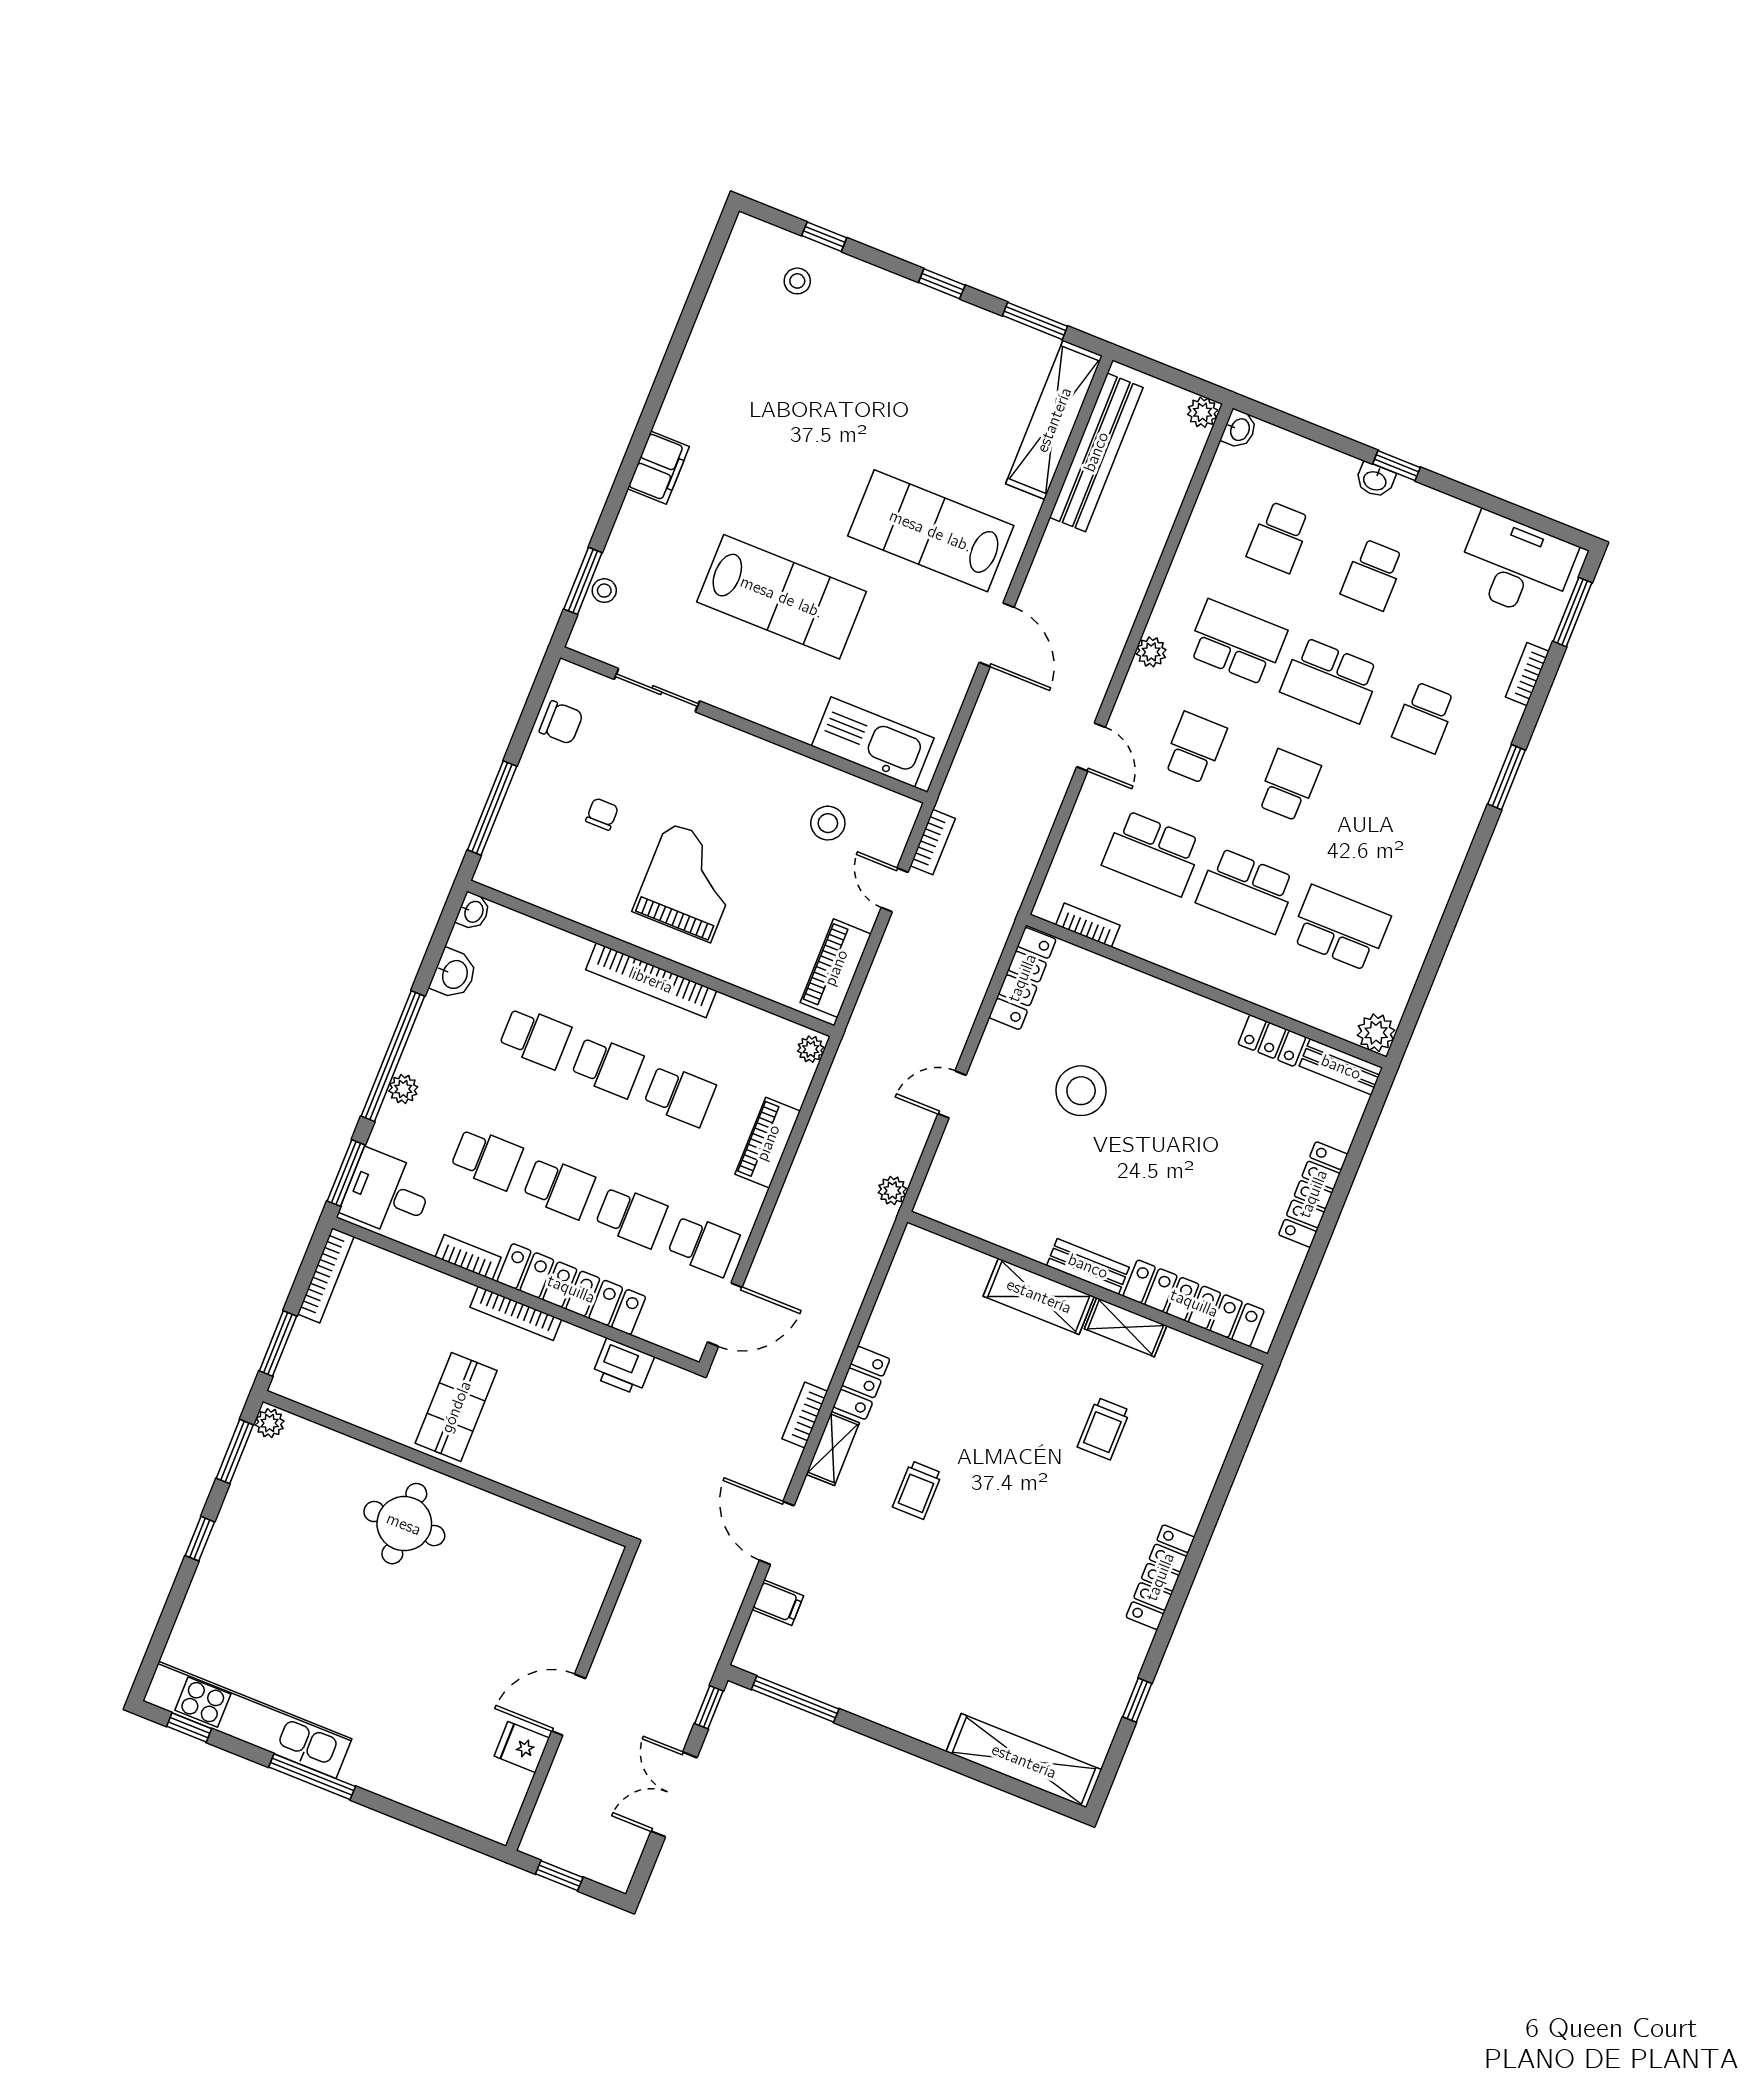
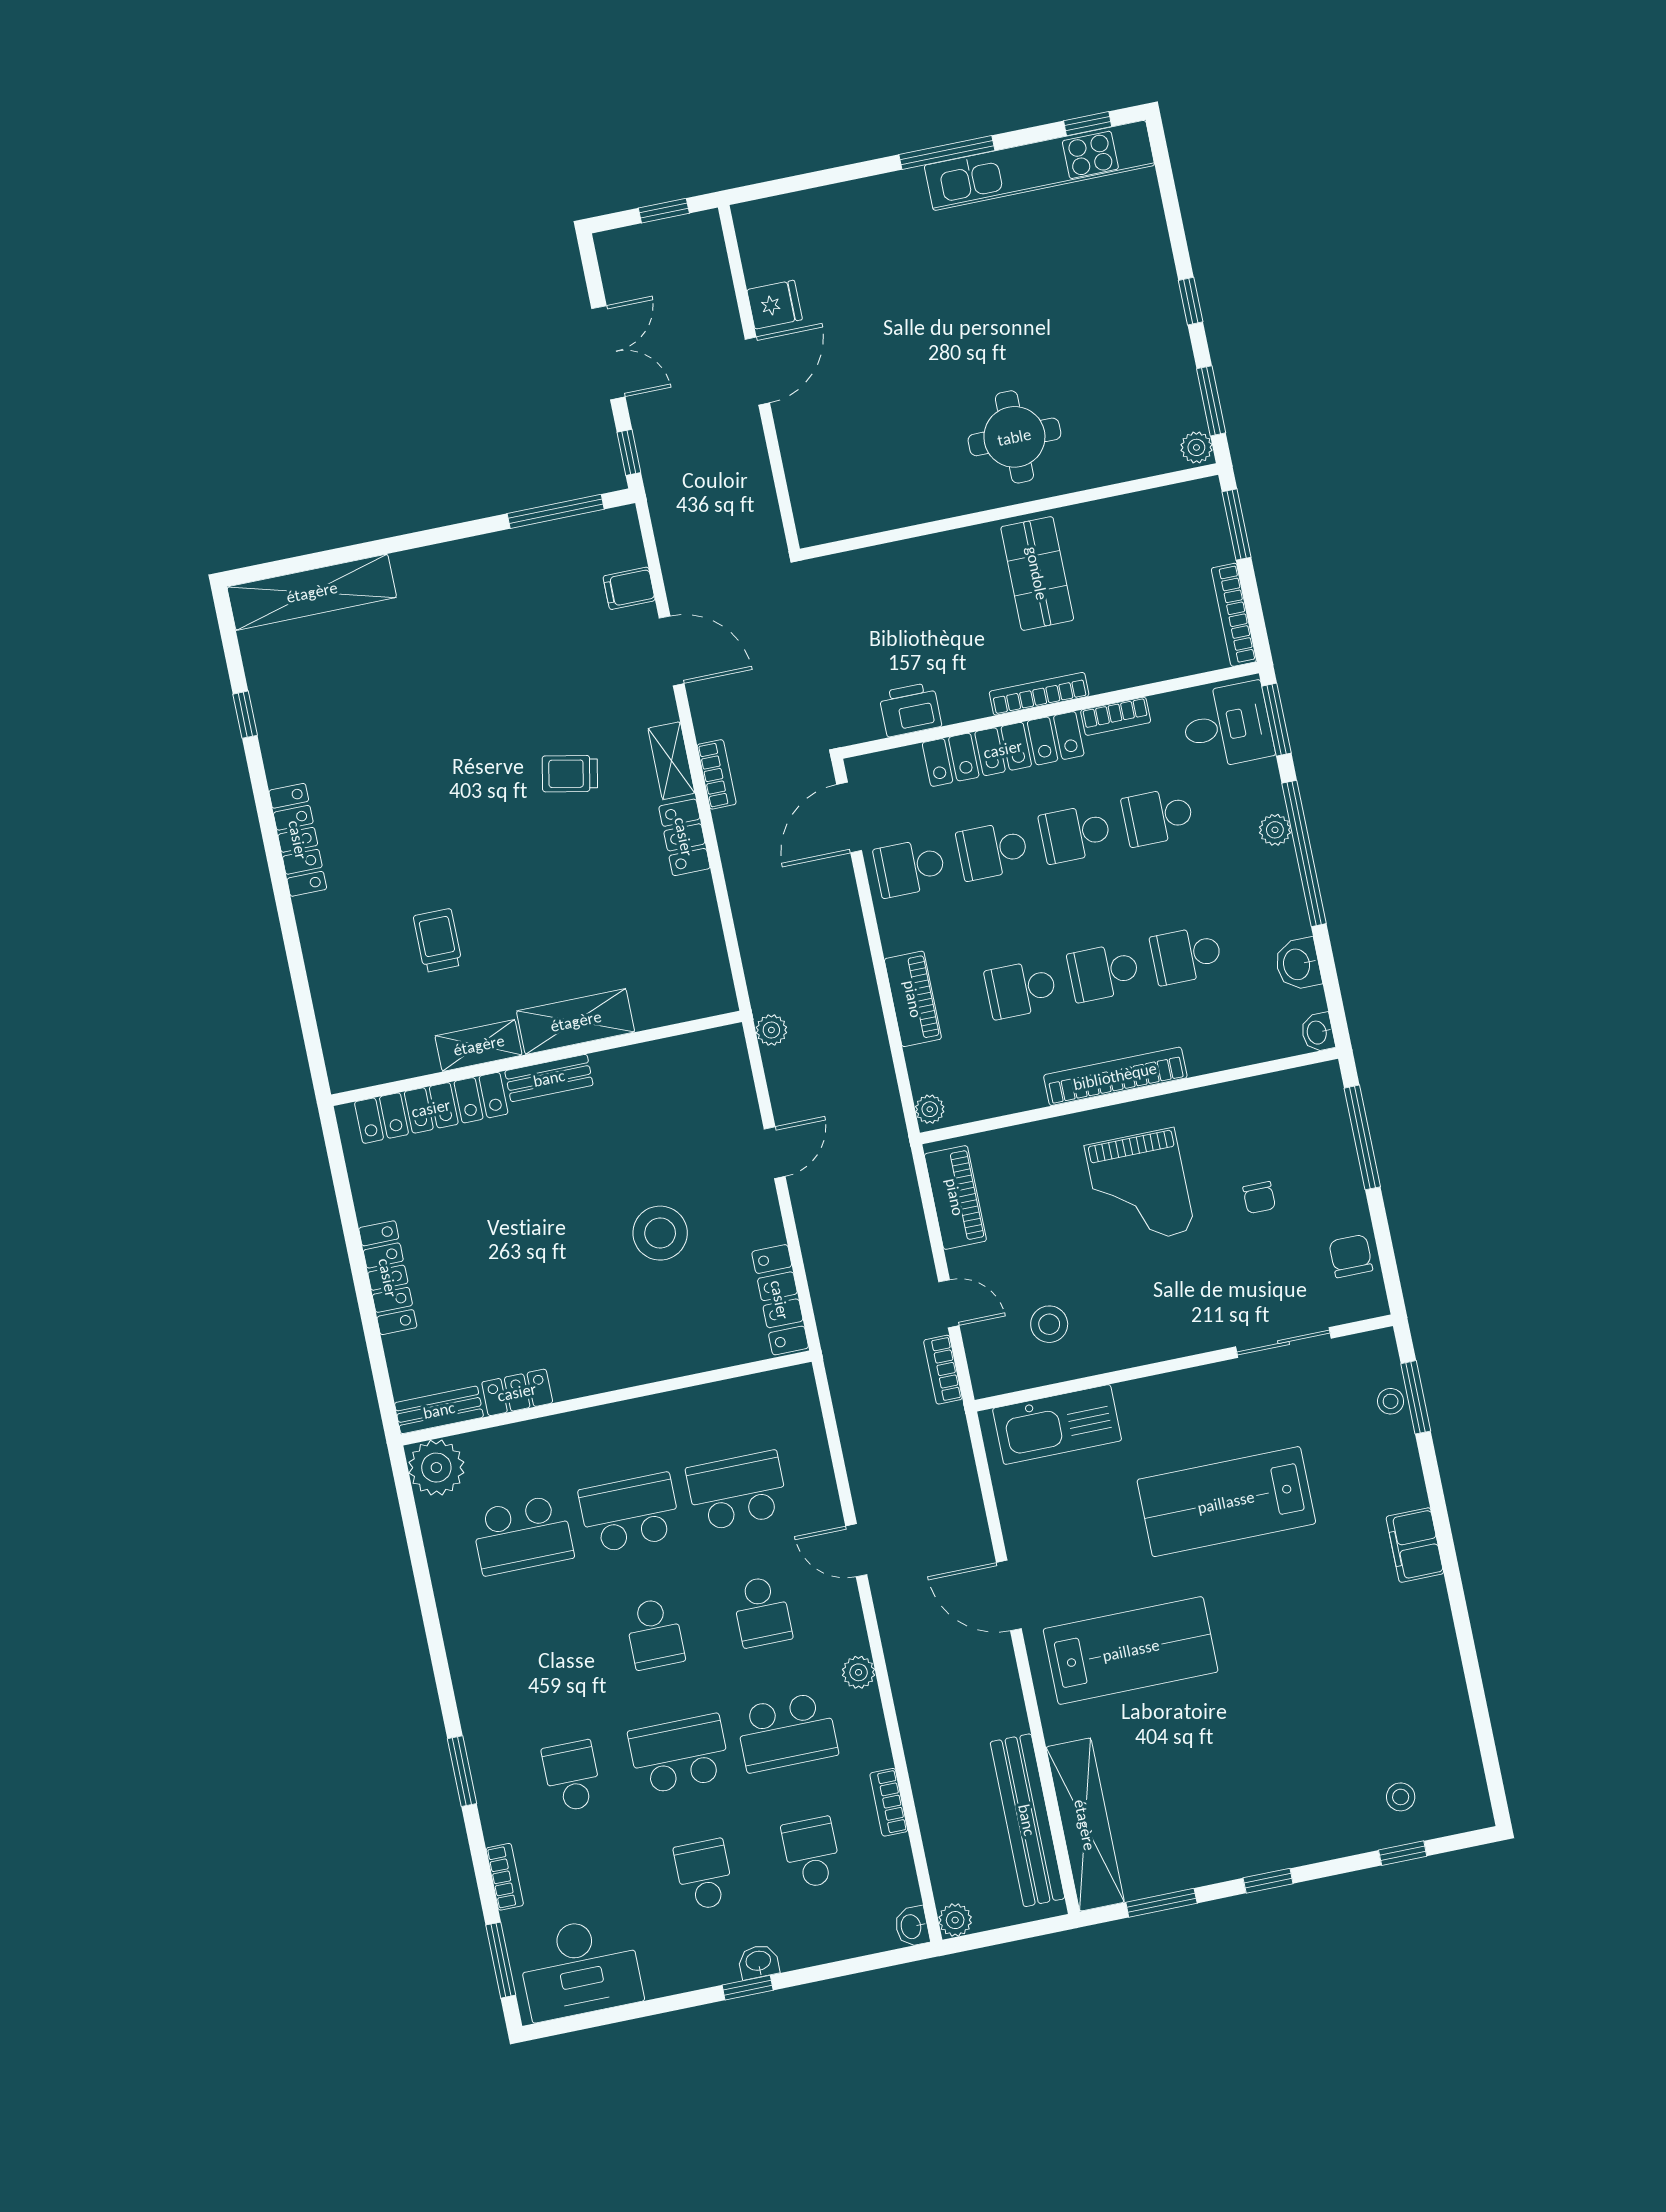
chair: (561, 723) -> (1351, 1256), turned 90
bookcase: (1088, 925) -> (889, 1802), moved, turned 90
plant: (1376, 1033) -> (436, 1468), width x1.36, depth x1.36
trolley: (917, 1490) -> (570, 774), turned -79

